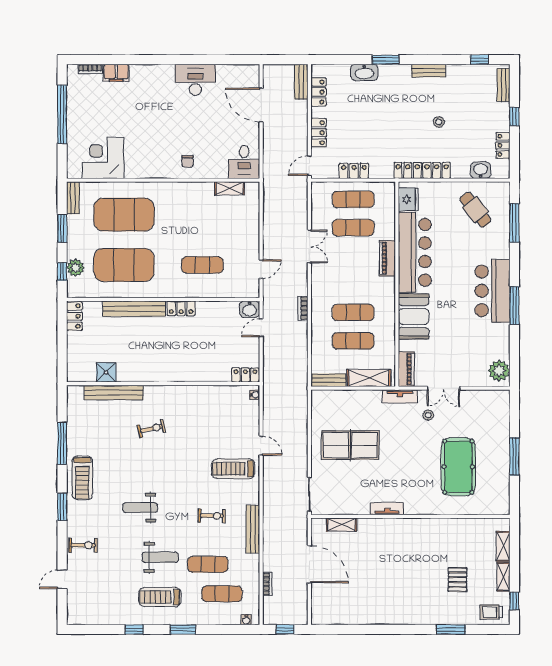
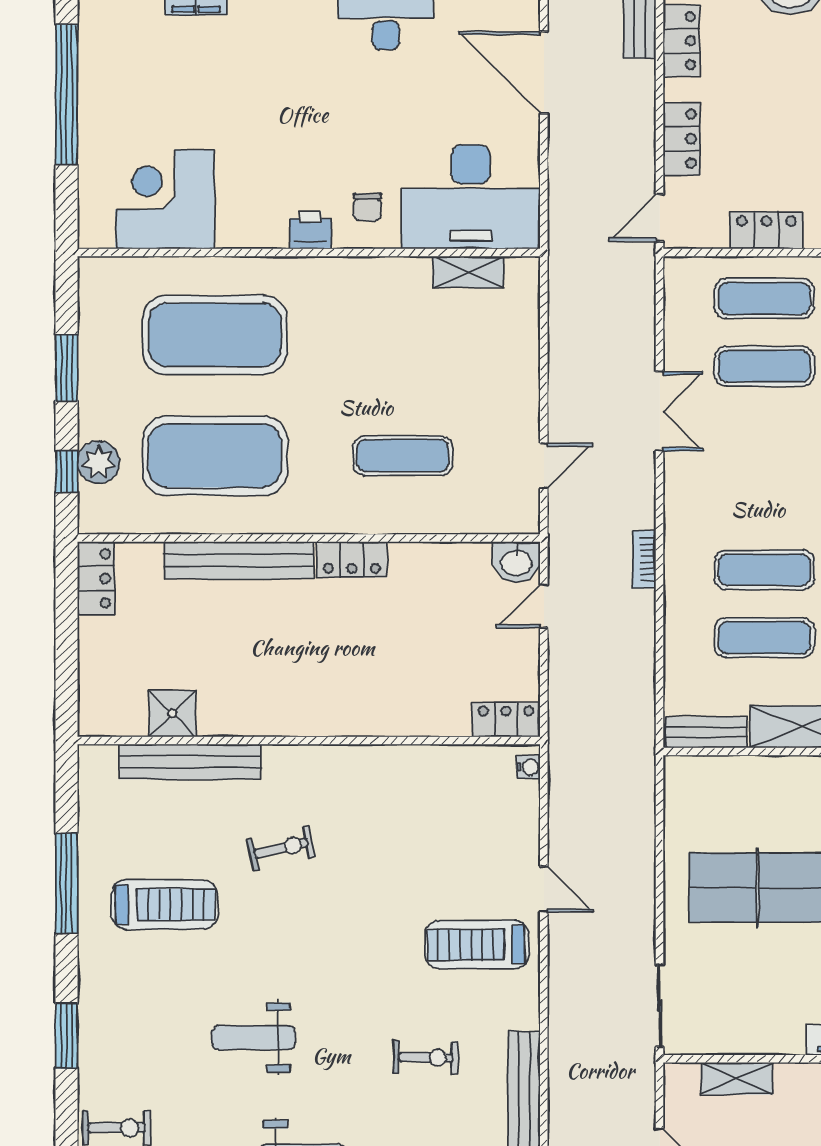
desk: (244, 162) -> (471, 197), width x1.87, depth x1.30
printer: (164, 171) -> (310, 230), added
bench: (73, 198) -> (92, 295), removed
treadmill: (82, 478) -> (164, 904), moved, turned -90

